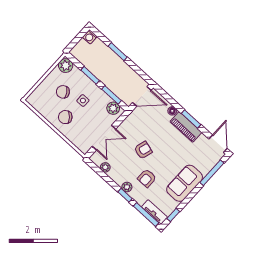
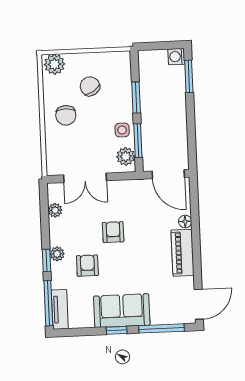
window: (118, 52) -> (189, 76), moved
plant: (66, 66) -> (54, 64), moved
side table: (83, 101) -> (122, 130), moved
chair: (65, 117) -> (66, 115), turned -140
window: (191, 119) -> (196, 250), removed
armchair: (143, 150) -> (113, 232), turned -106
armchair: (147, 178) -> (87, 266), turned 90
window: (173, 215) -> (117, 330), moved

